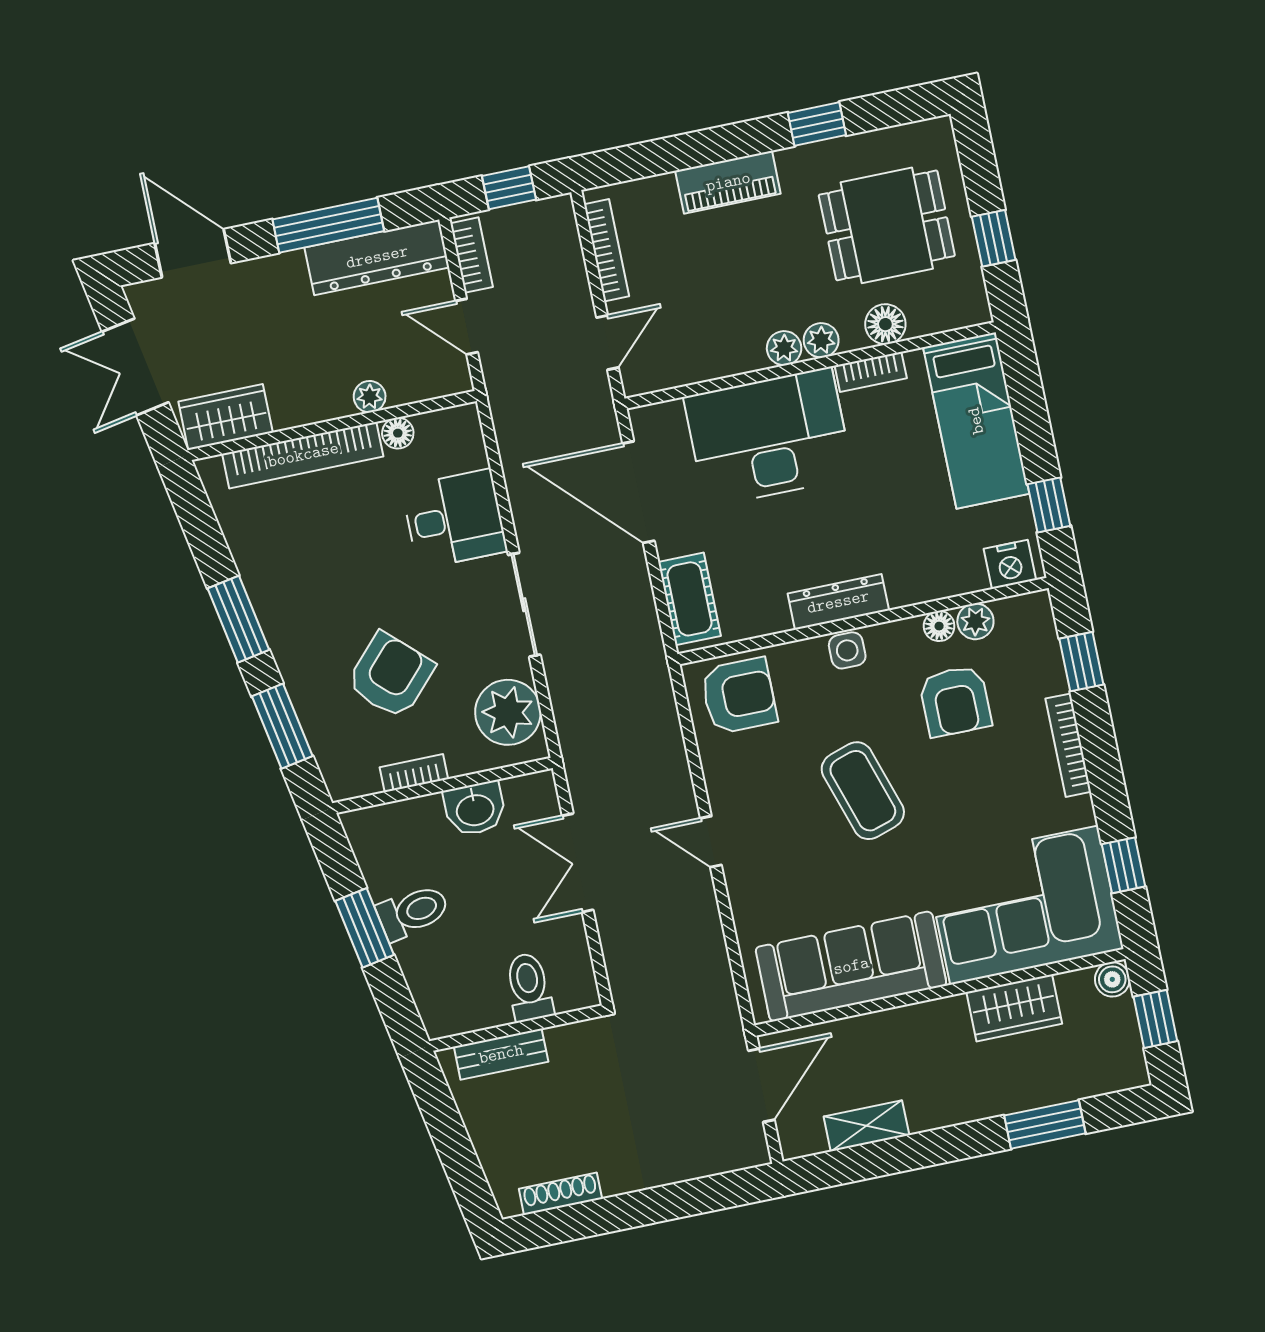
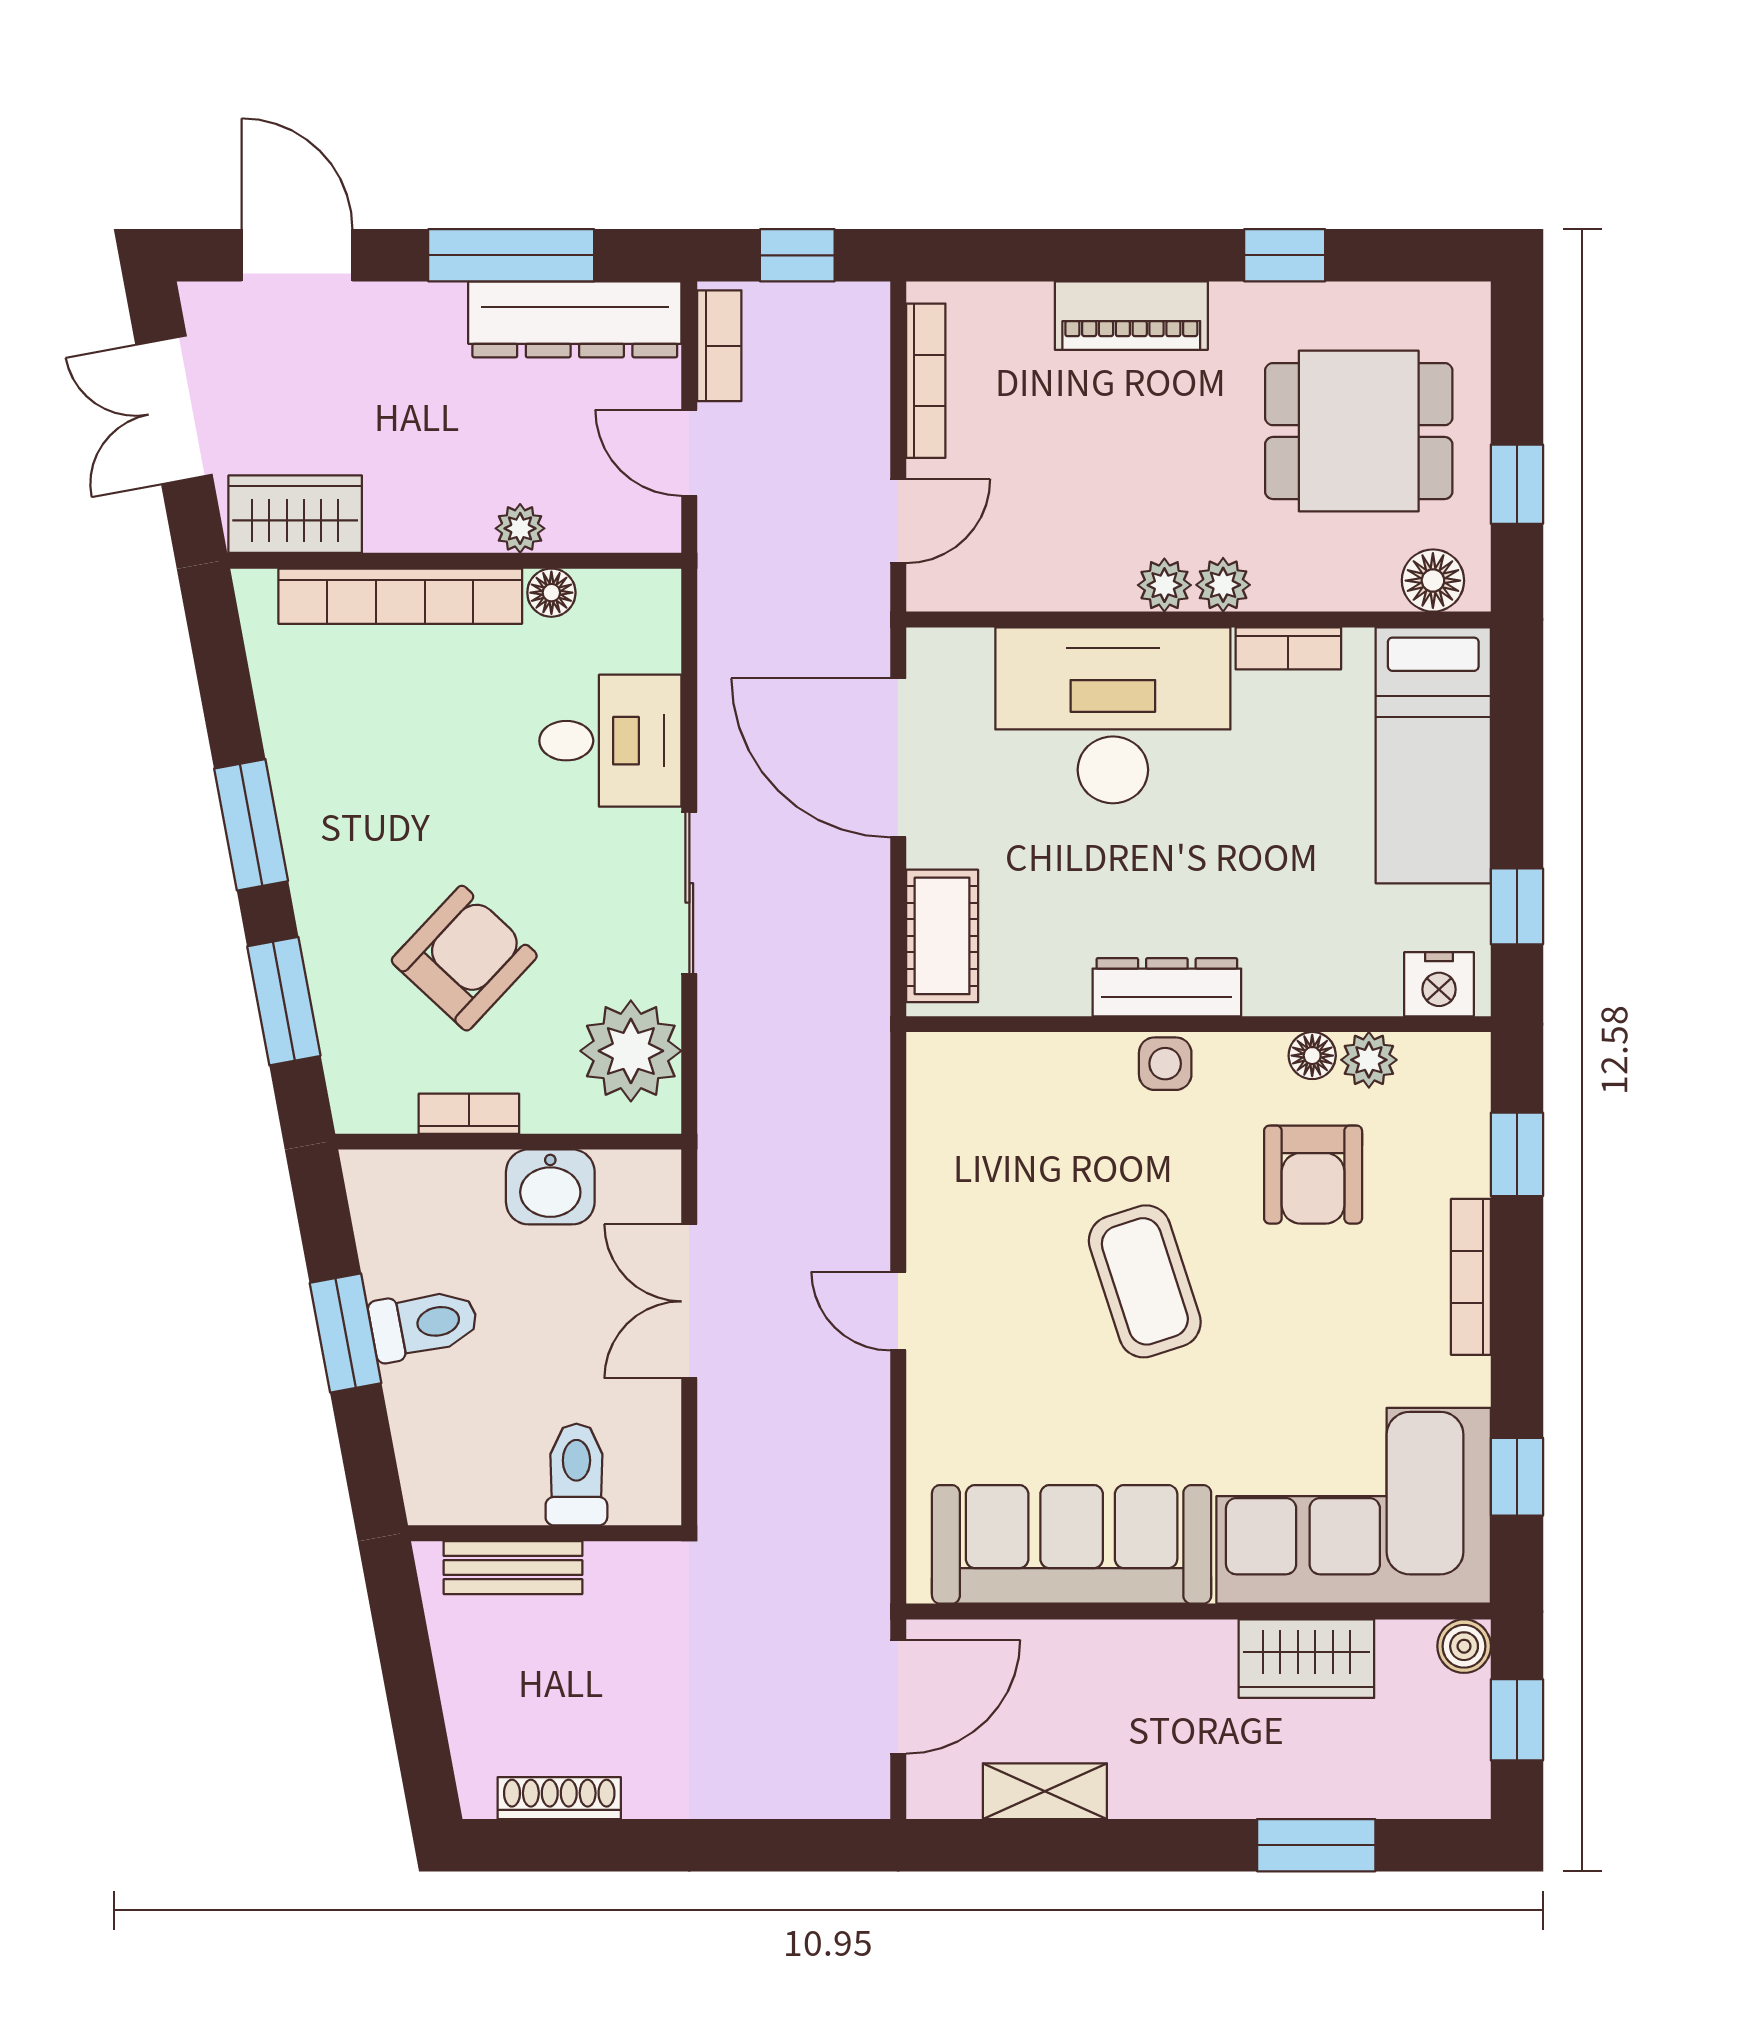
floor lamp: (885, 324) -> (1433, 581), moved
armchair: (739, 696) -> (986, 1098), removed

